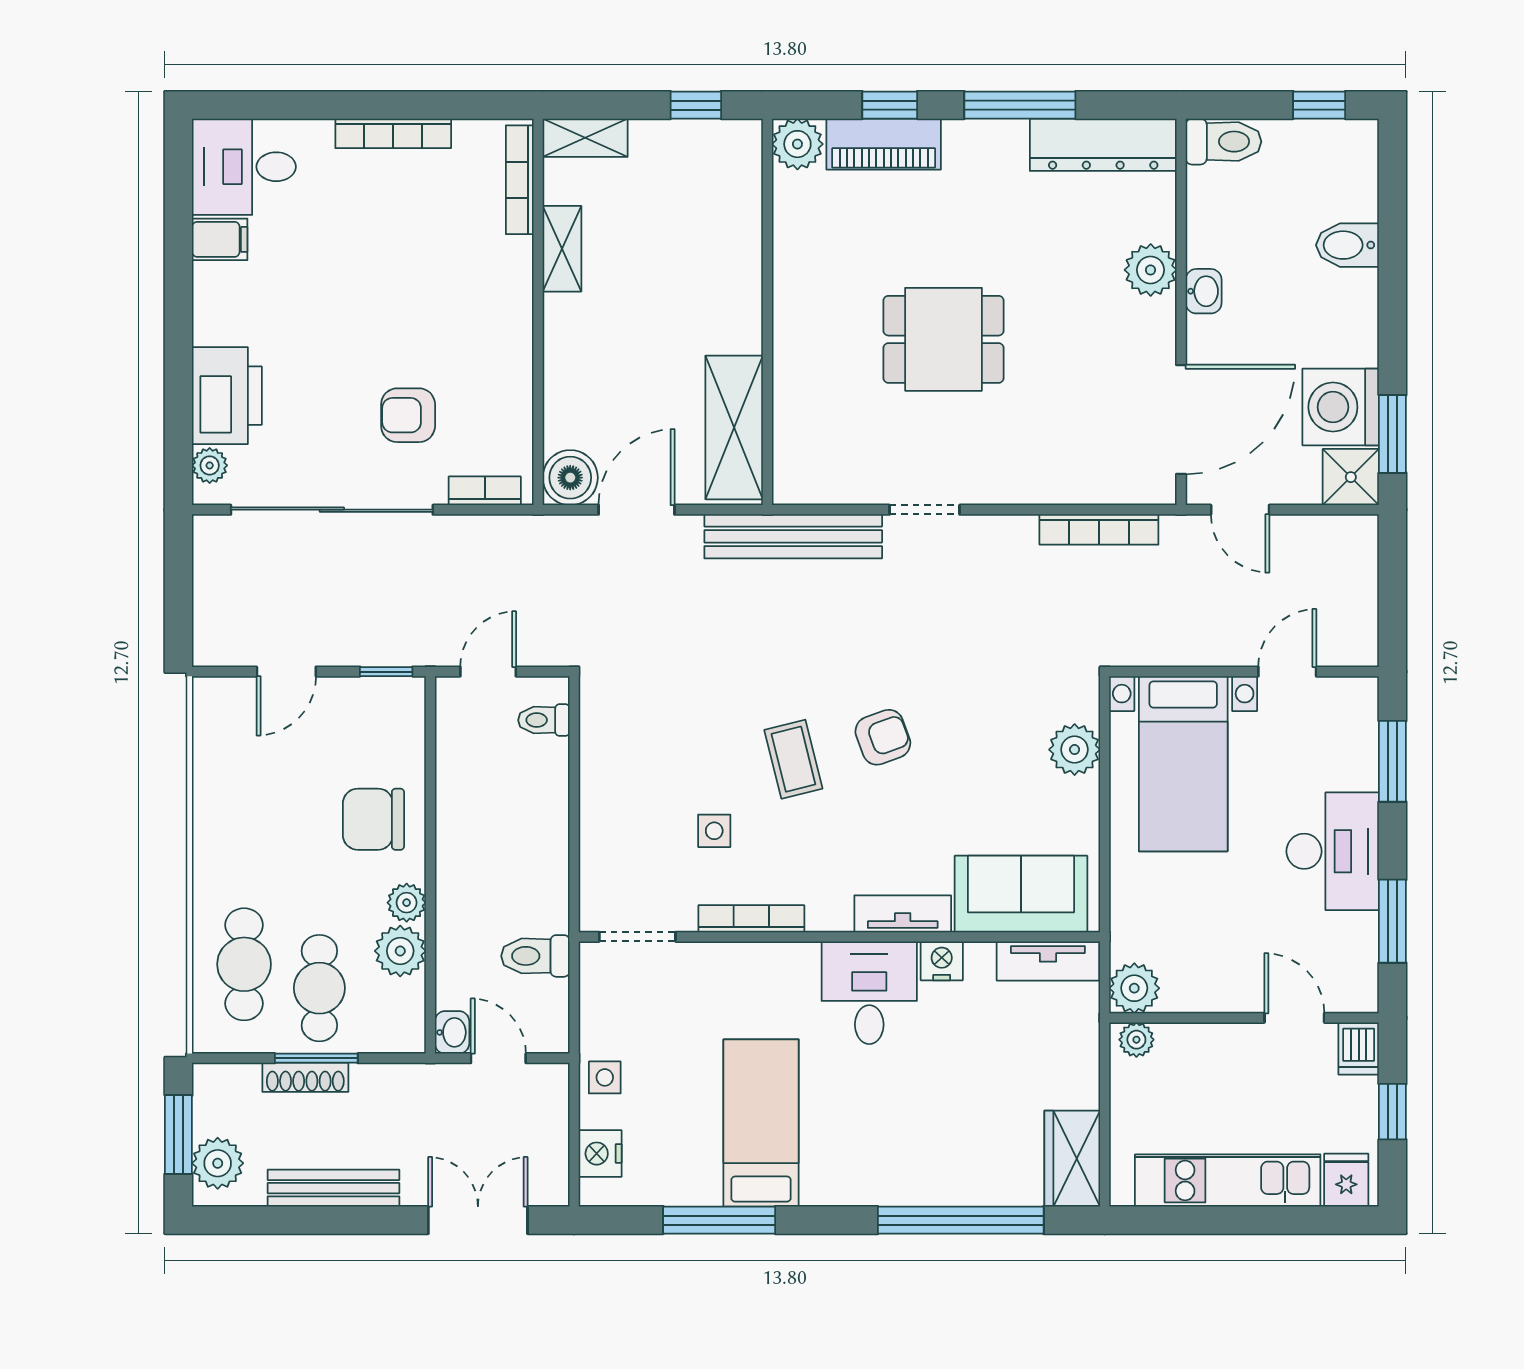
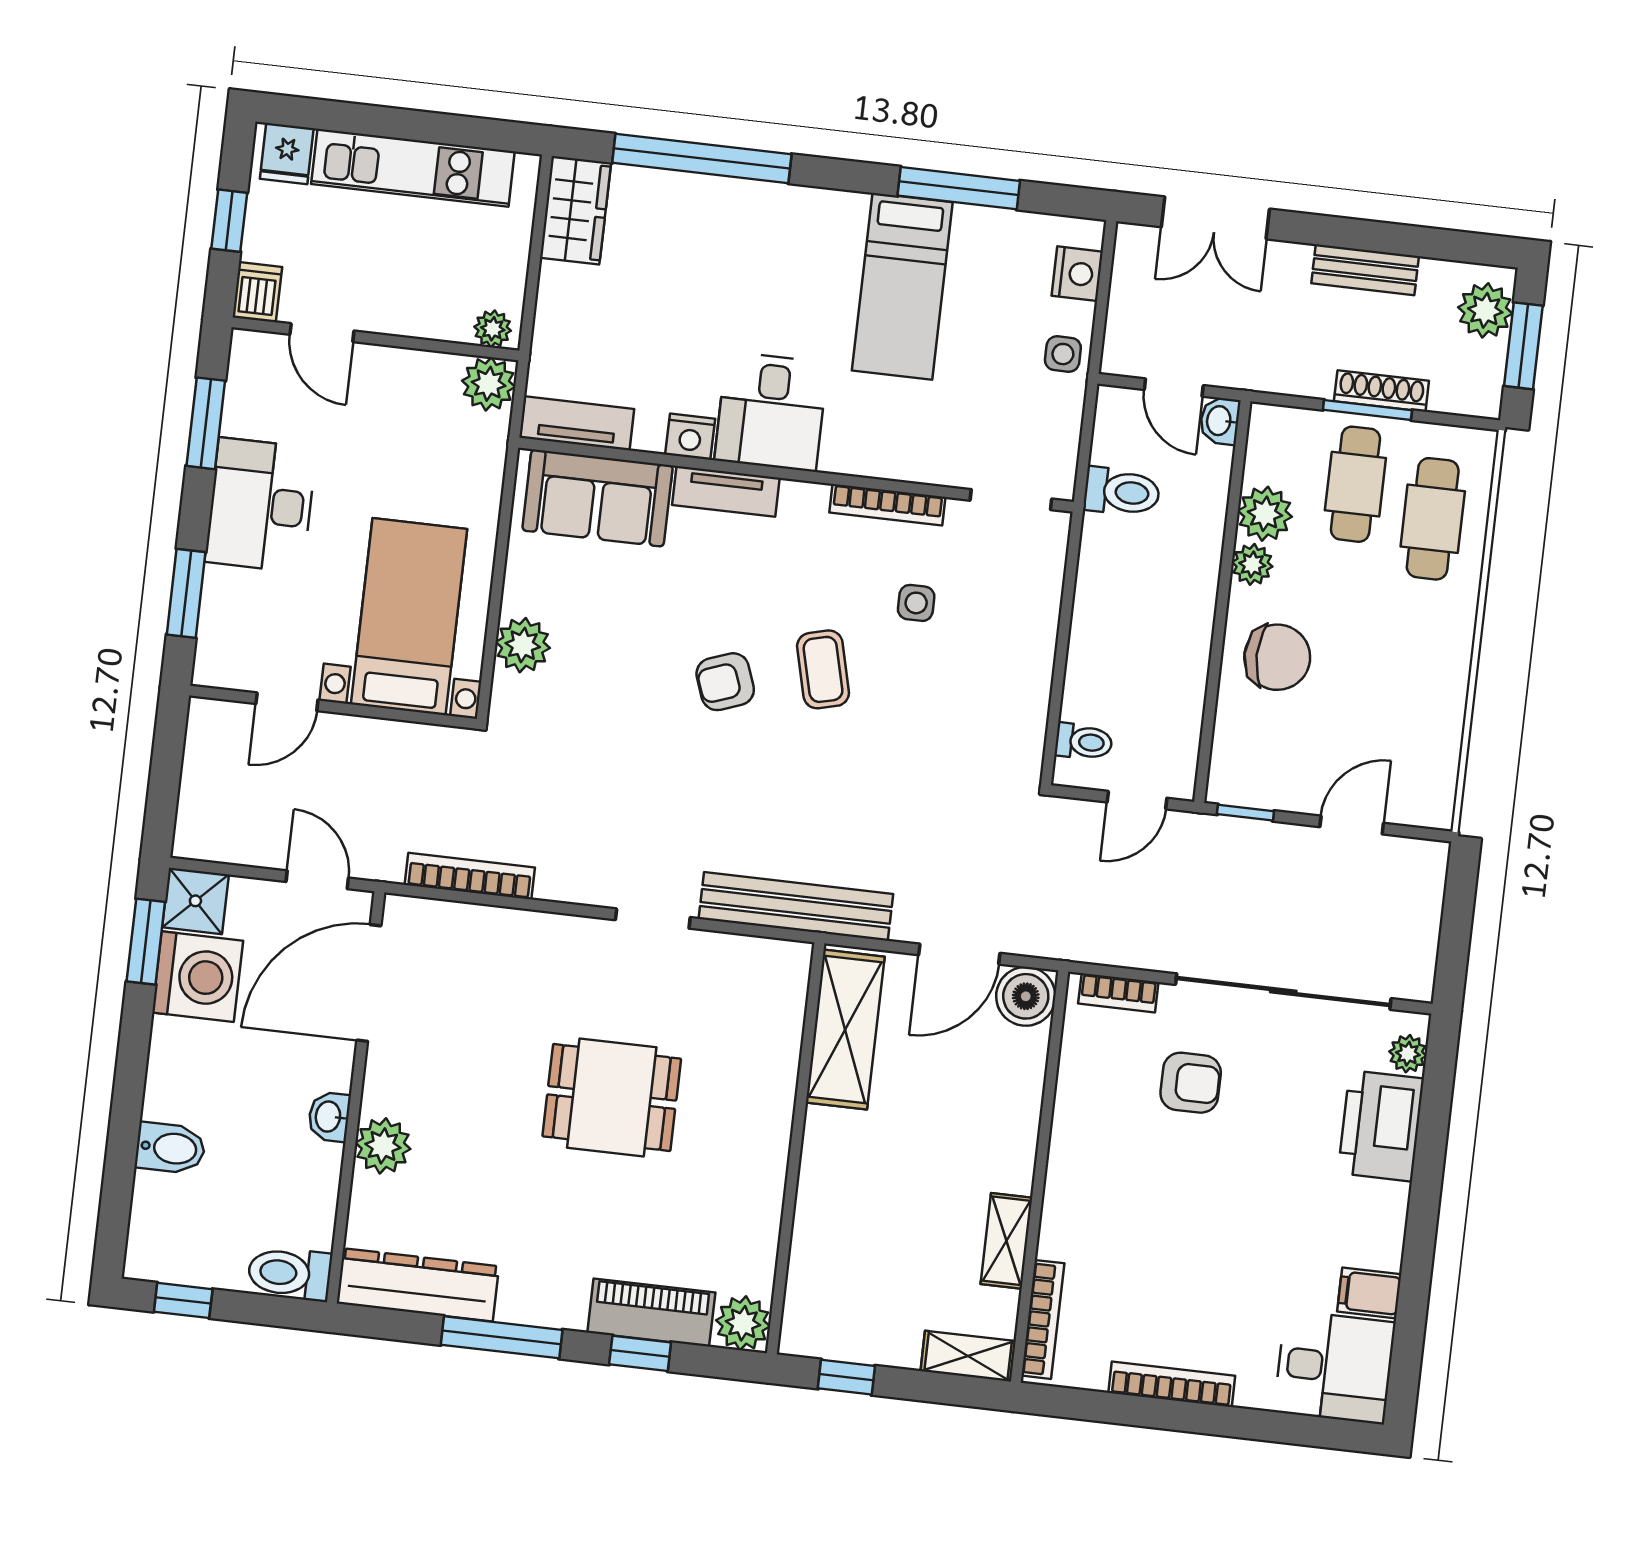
bench: (334, 1188) -> (1365, 270), width x0.73

